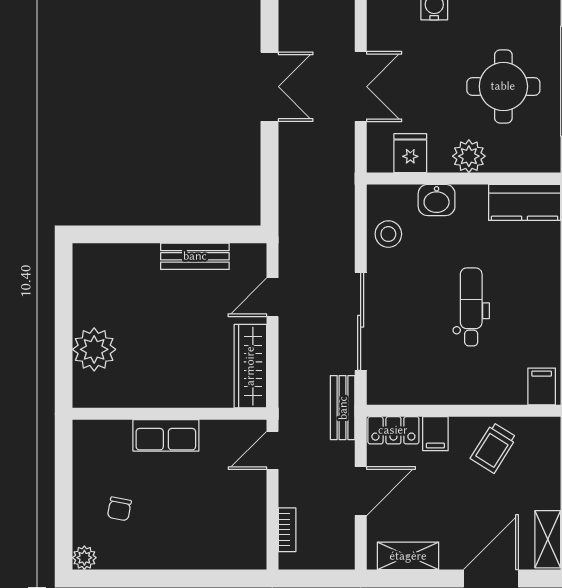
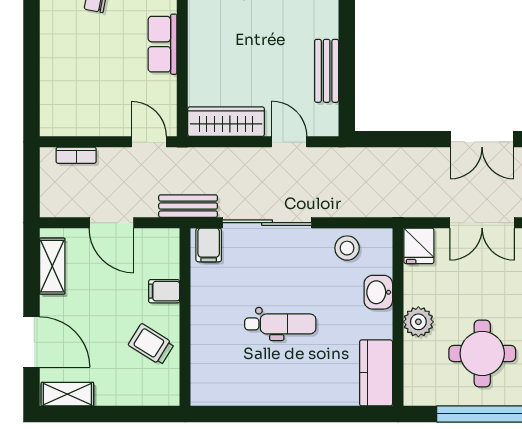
fridge: (410, 153) -> (419, 246), moved, turned 90
filing cabinet: (542, 387) -> (209, 245), moved, turned 90
locker: (393, 430) -> (167, 253), removed

